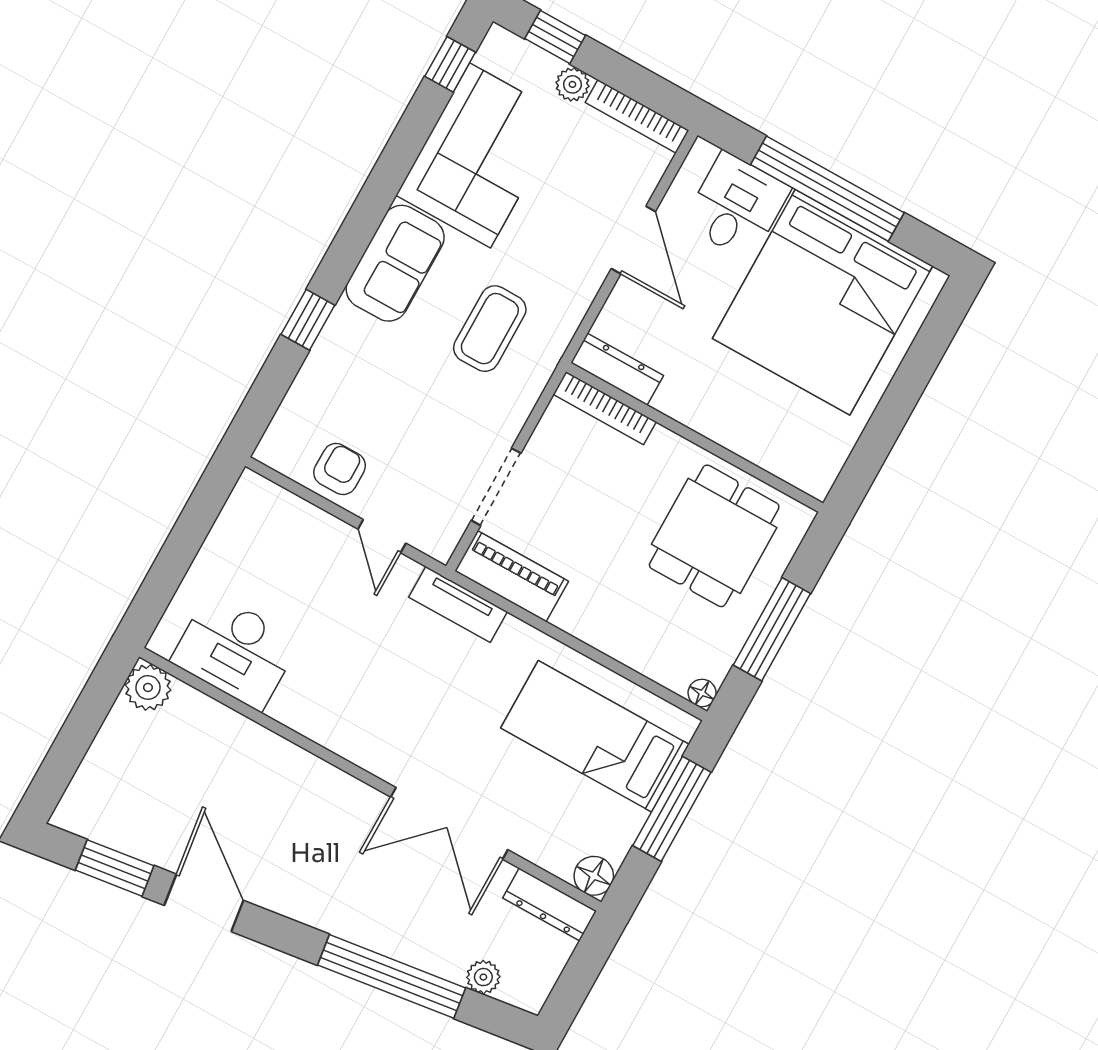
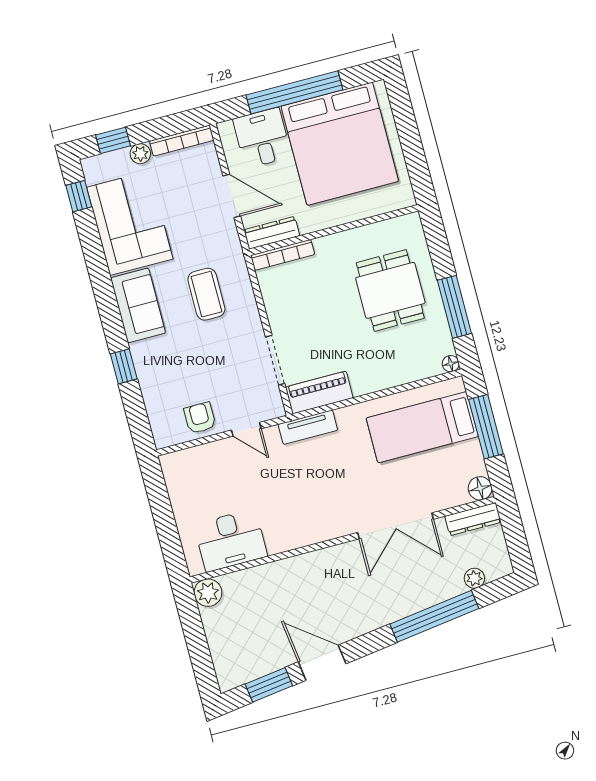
dresser: (617, 369) -> (272, 233), moved
bookcase: (605, 408) -> (283, 255), moved
wall: (695, 437) -> (334, 230), moved

